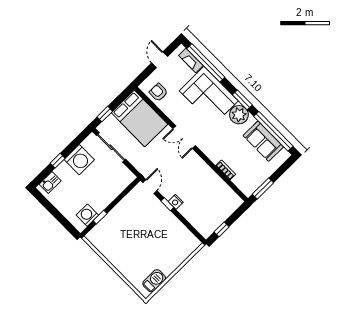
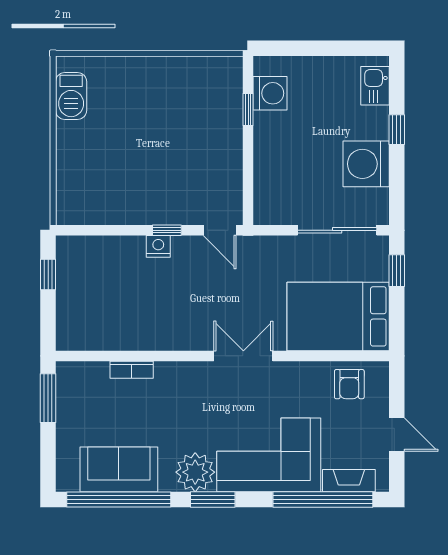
armchair: (158, 92) -> (349, 384), turned 90

